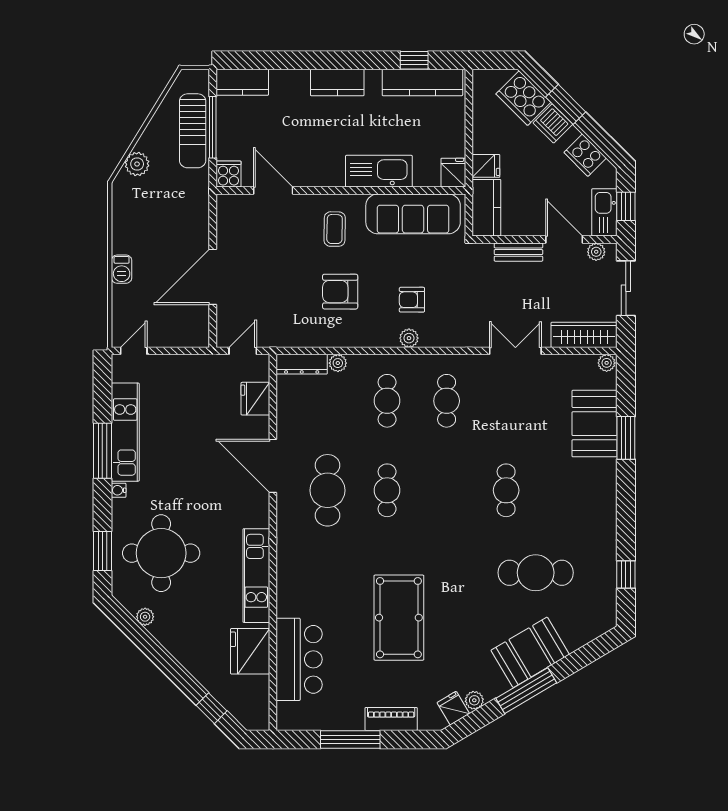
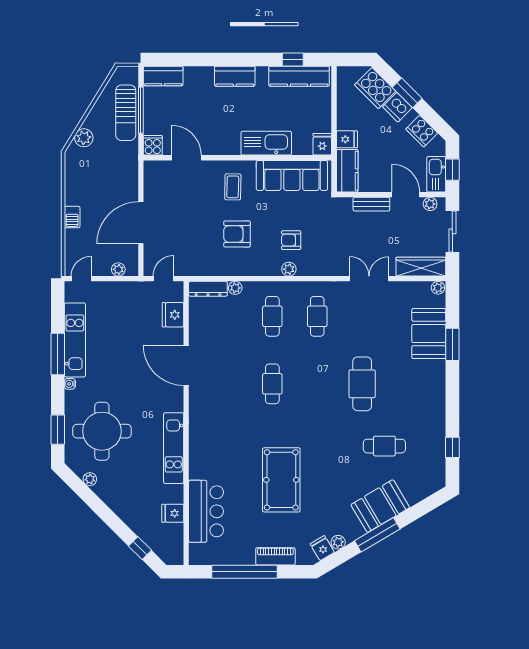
plant: (183, 339) -> (118, 269), added
cafe table: (327, 490) -> (227, 384), removed
cafe table: (506, 490) -> (362, 384), width x1.37, depth x1.35
cafe table: (536, 573) -> (384, 446), width x0.73, depth x0.74
fridge: (250, 651) -> (173, 513), width x0.53, depth x0.75
window: (350, 740) -> (245, 572), width x1.46

